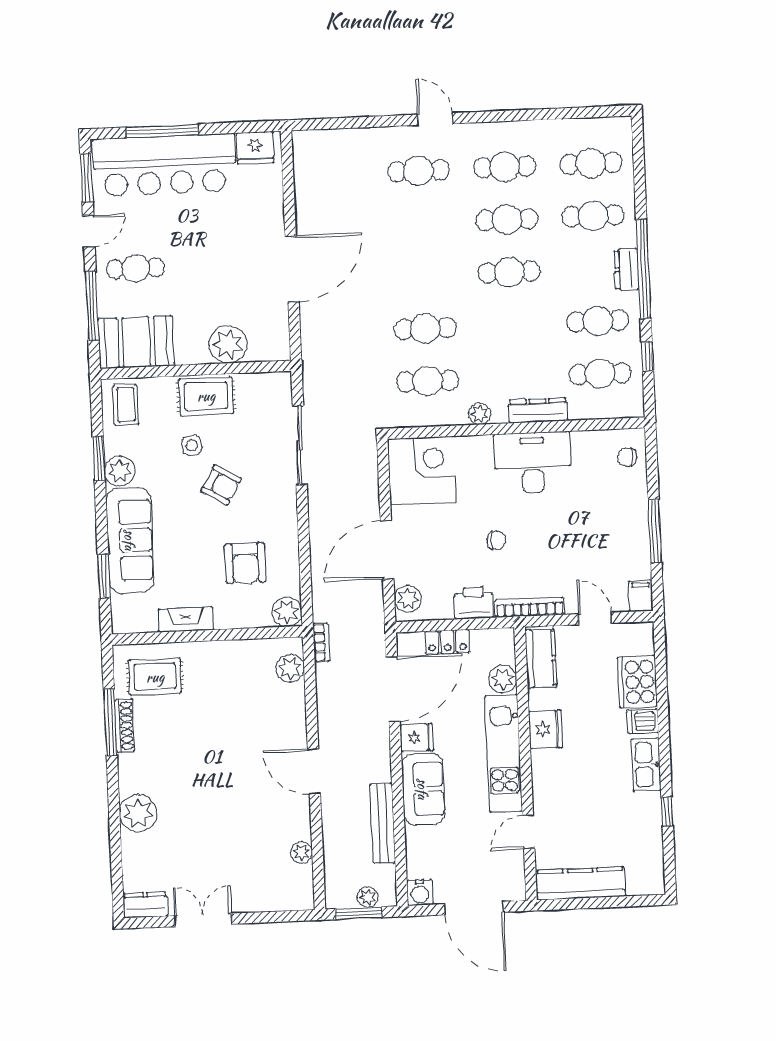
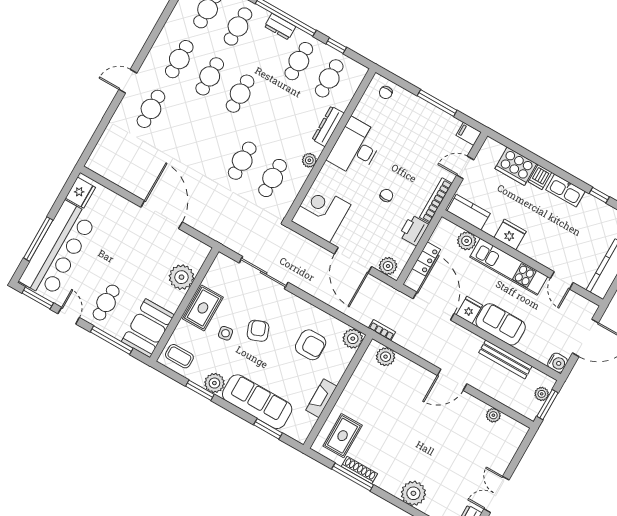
armchair: (221, 485) -> (258, 331), turned -51

